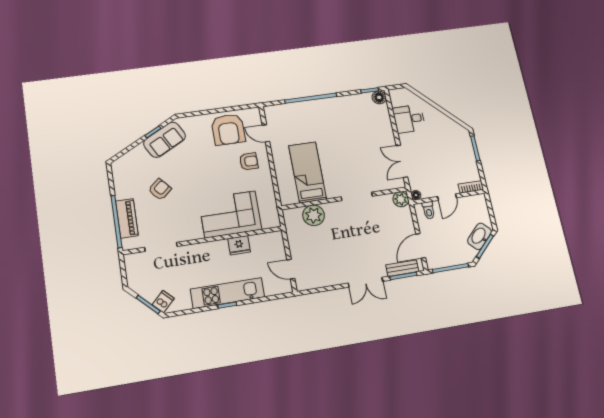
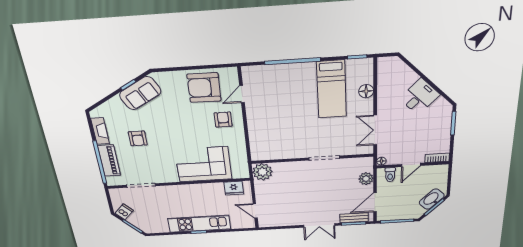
floor lamp: (379, 97) -> (366, 91), moved
desk: (409, 119) -> (420, 97), moved, turned 135
armchair: (228, 129) -> (204, 88), turned 91
door: (266, 133) -> (242, 94), hinge flipped
armchair: (249, 161) -> (223, 120), turned -90
bed: (308, 172) -> (332, 89), moved, turned 180
fireplace: (120, 184) -> (100, 131), added
armchair: (160, 189) -> (138, 138), turned 131
plant: (401, 199) -> (366, 179), moved
plant: (314, 215) -> (262, 172), moved
fridge: (239, 245) -> (234, 188), moved
dishwasher: (163, 302) -> (124, 212), moved

